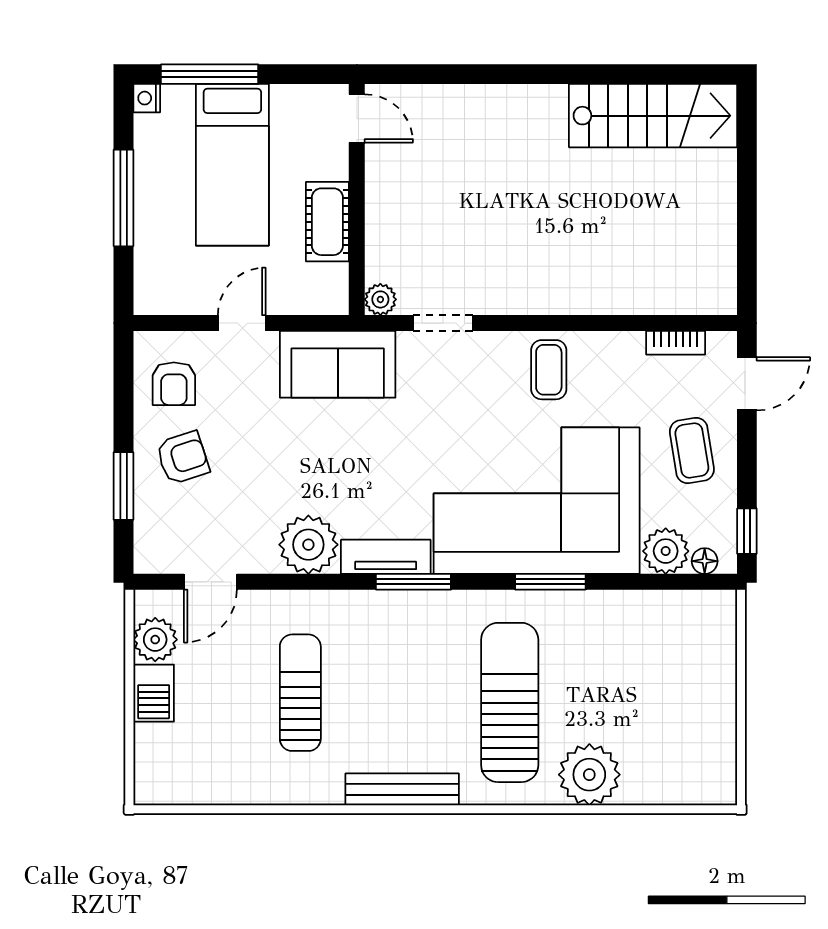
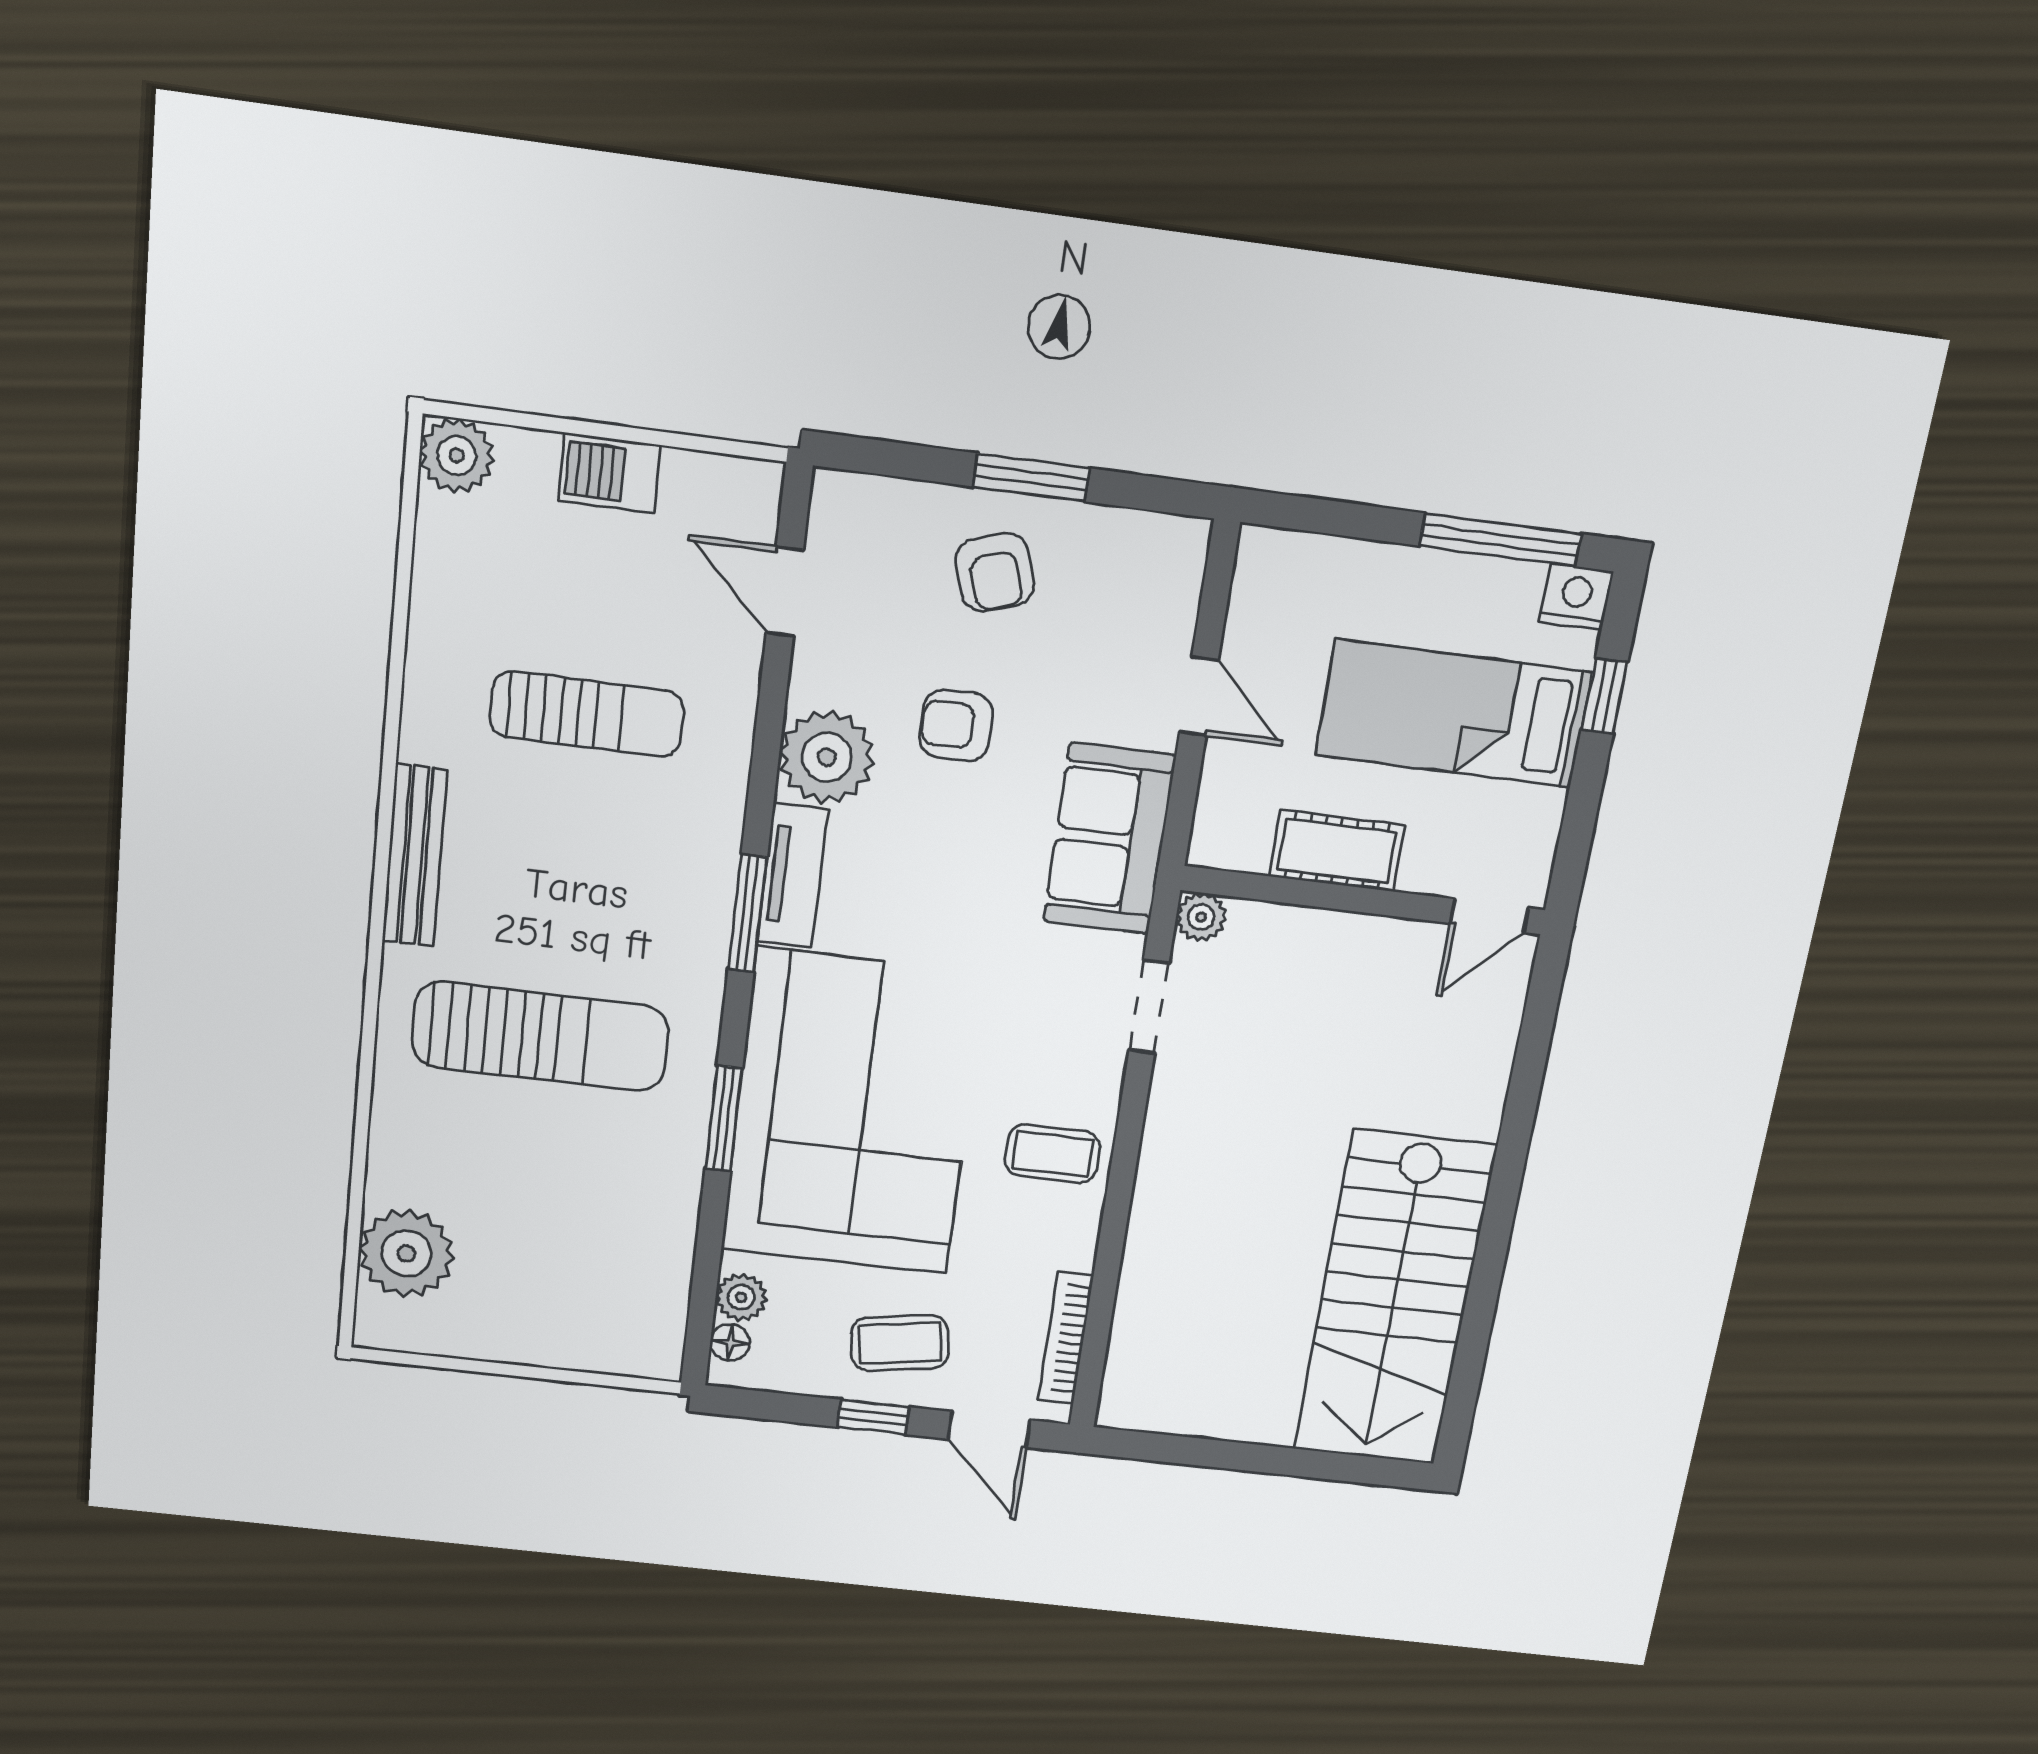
window: (210, 74) -> (1604, 696), width x0.46
nightstand: (147, 98) -> (1576, 597), width x1.39, depth x1.35
stairs: (653, 116) -> (1394, 1299), width x1.36, depth x1.51
window: (124, 198) -> (1500, 540), moved
bookcase: (676, 343) -> (1066, 1338), width x1.56
armchair: (174, 384) -> (956, 725), moved
window: (124, 486) -> (1031, 477), moved
window: (747, 531) -> (873, 1417), moved
plant: (666, 551) -> (741, 1297), width x0.73, depth x0.73
plant: (155, 640) -> (457, 456), moved
plant: (589, 775) -> (406, 1253), moved

